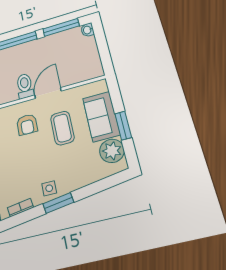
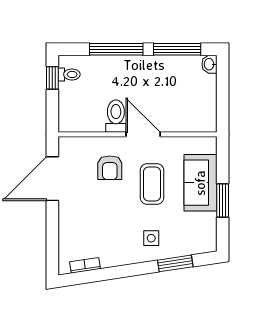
door: (48, 93) -> (143, 134), hinge flipped
plant: (112, 151) -> (203, 227), removed
side table: (49, 188) -> (151, 238), moved
window: (58, 203) -> (175, 263), moved

